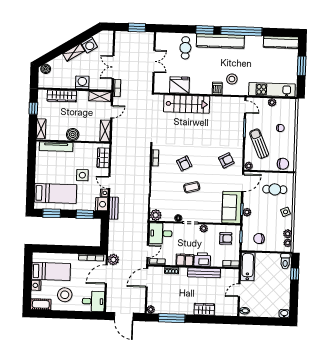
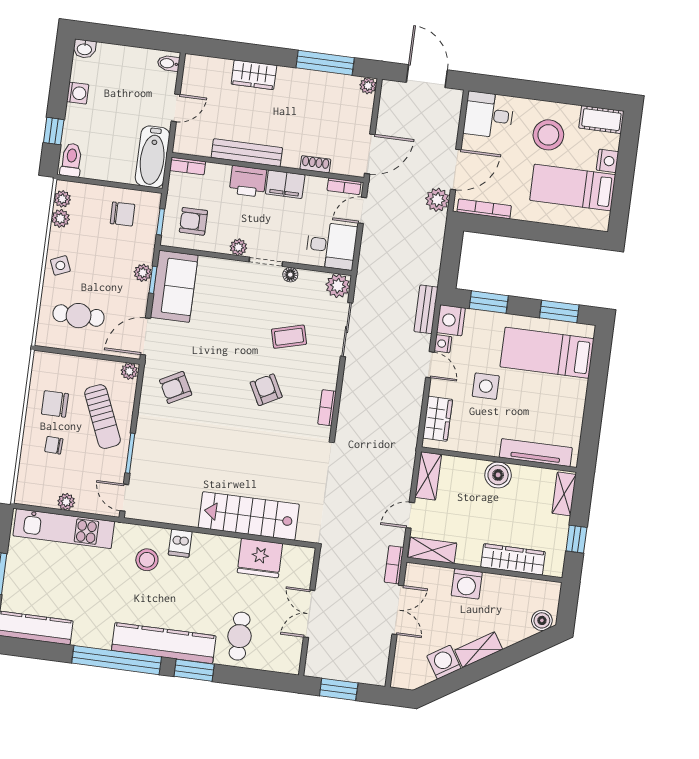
chair: (283, 164) -> (55, 404), moved
coffee table: (192, 187) -> (289, 337), moved
washing machine: (285, 293) -> (78, 93), added

